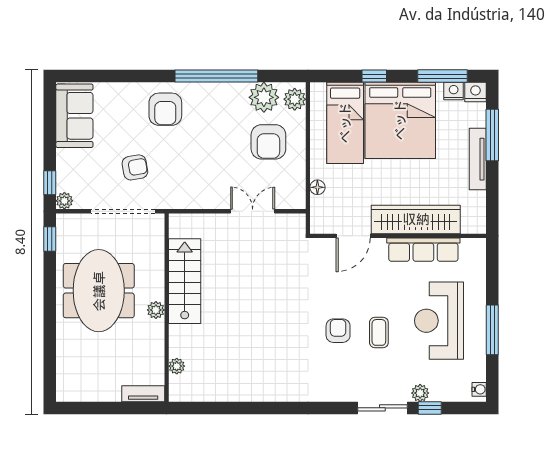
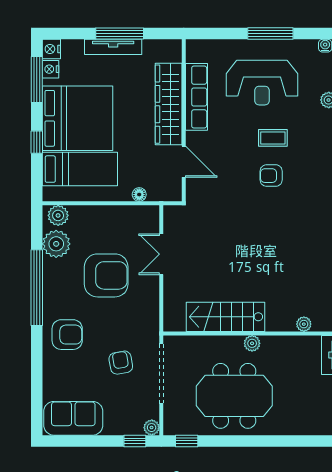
window: (492, 135) -> (120, 34), moved
armchair: (268, 142) -> (106, 275), moved, width x1.36, depth x1.36

